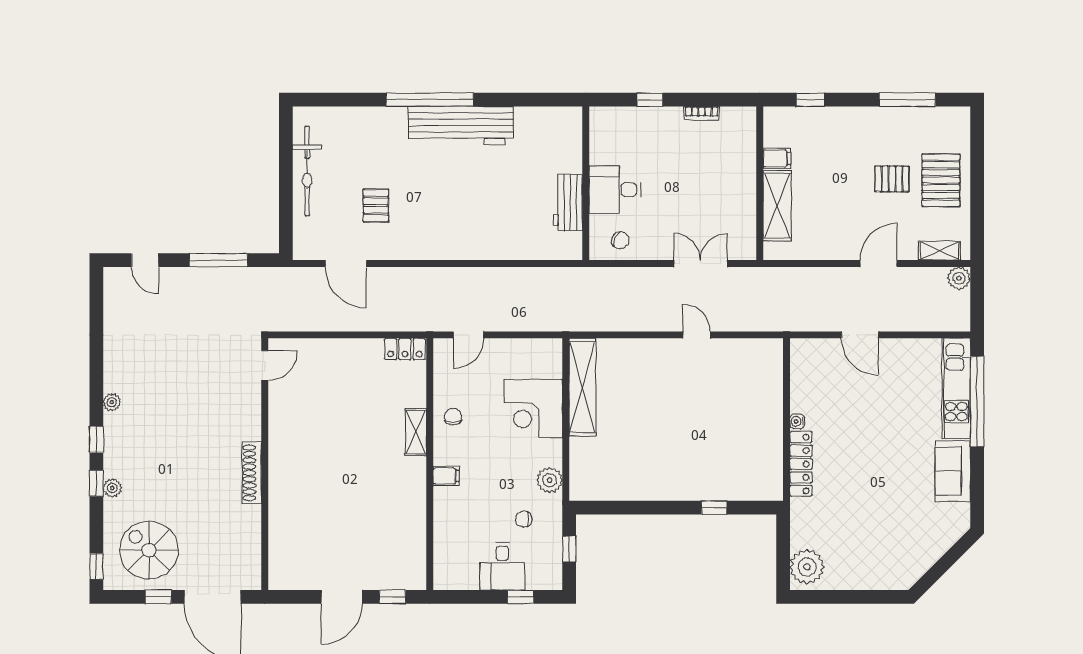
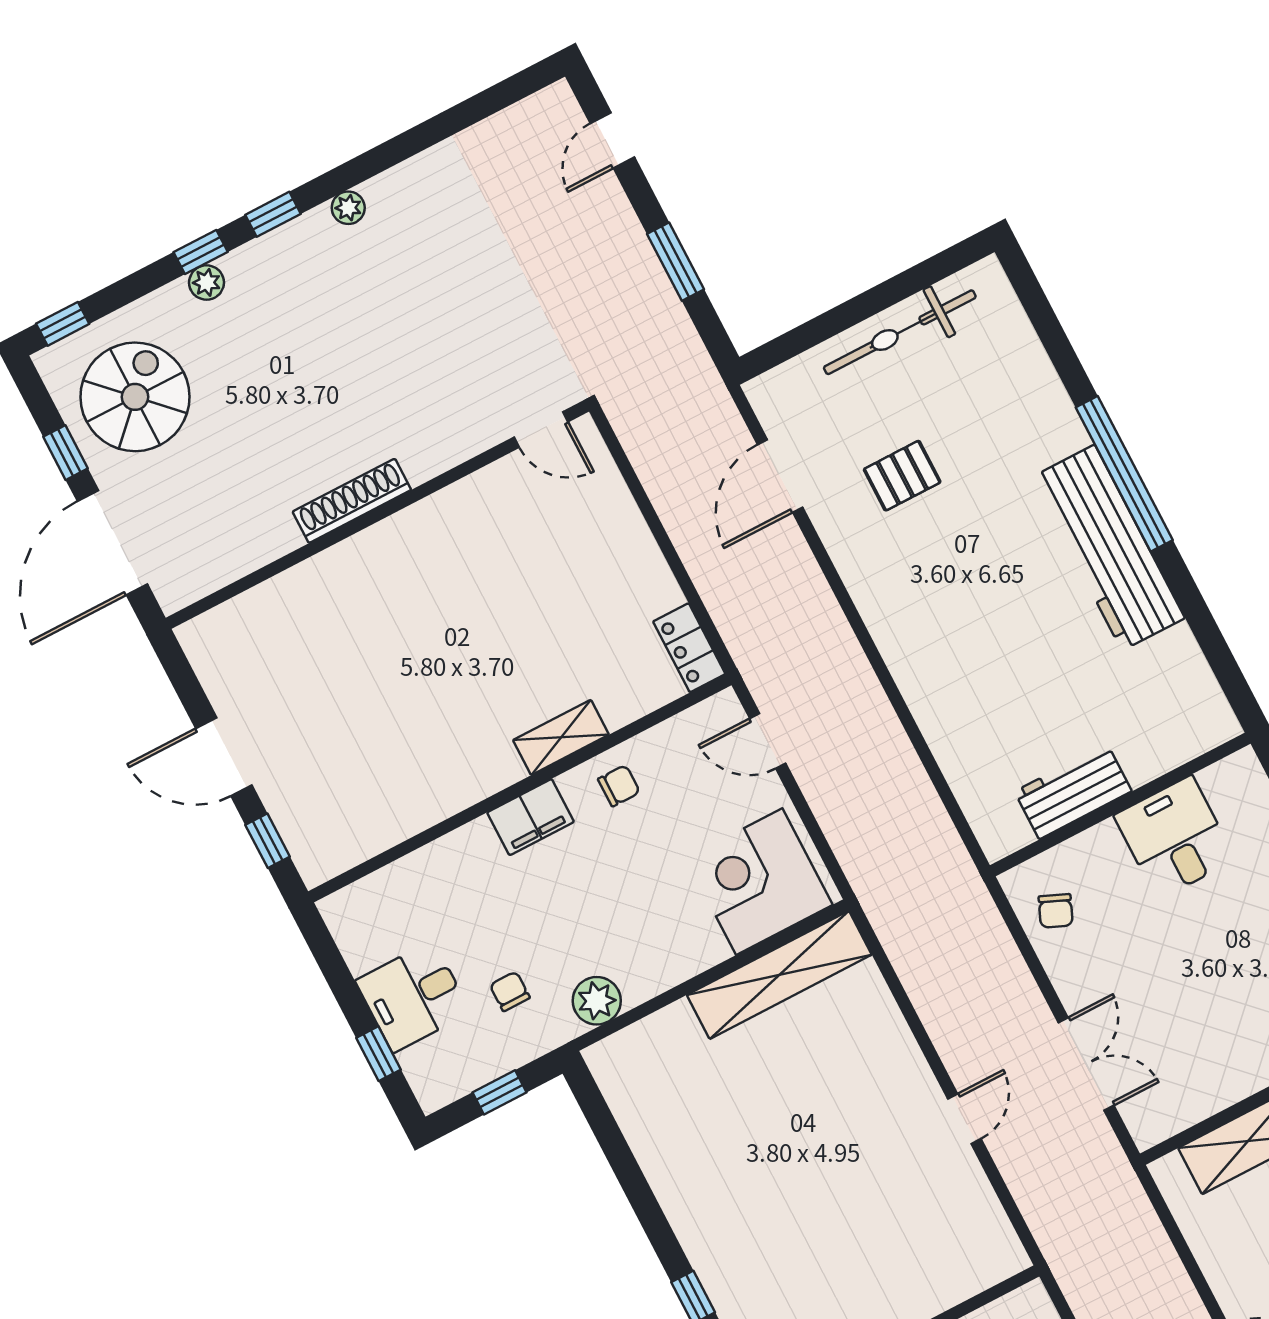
desk: (615, 190) -> (1175, 838), moved
window: (218, 260) -> (675, 262), width x0.69
corner desk: (533, 409) -> (759, 882), moved
filing cabinet: (446, 476) -> (531, 817), width x2.00

